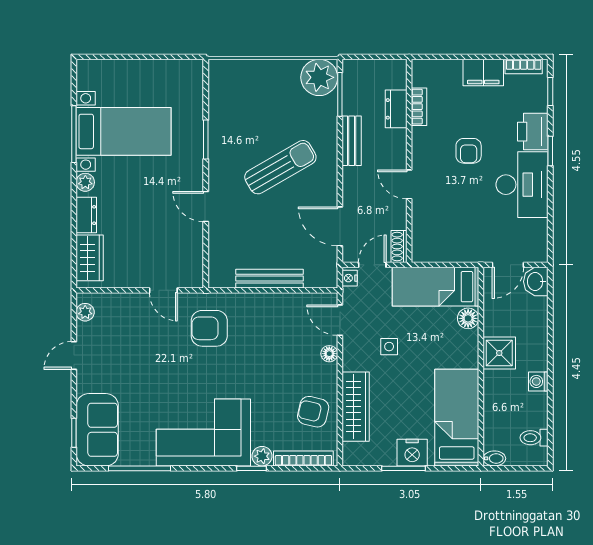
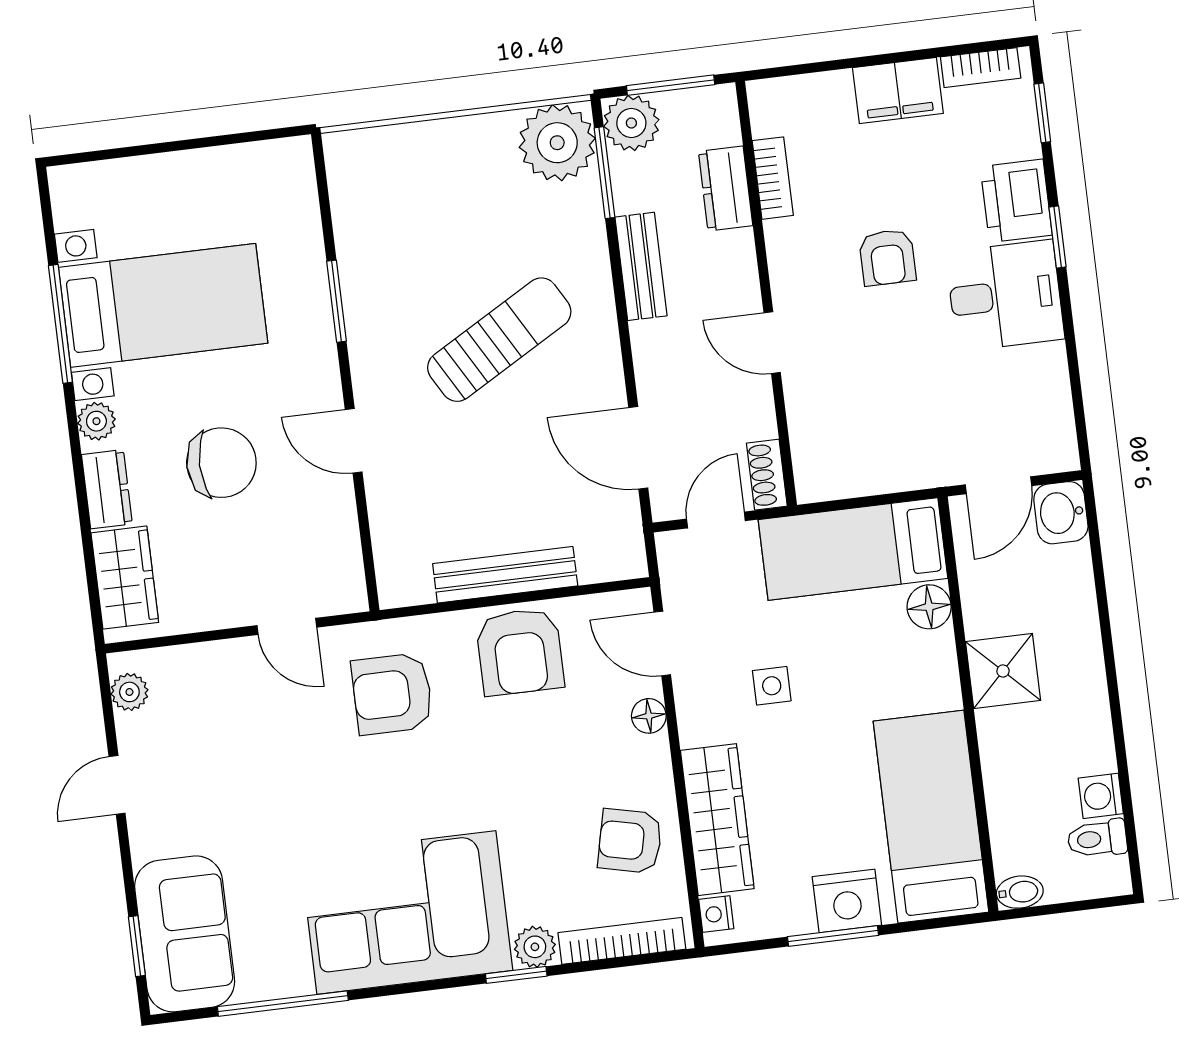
window: (376, 57) -> (671, 85), added
plant: (355, 72) -> (631, 123), added
desk: (522, 185) -> (1005, 296), width x0.73
chair: (142, 209) -> (221, 463), added
nightstand: (350, 278) -> (716, 914), moved
armchair: (272, 316) -> (520, 652), added
washing machine: (538, 381) -> (1101, 796), moved

